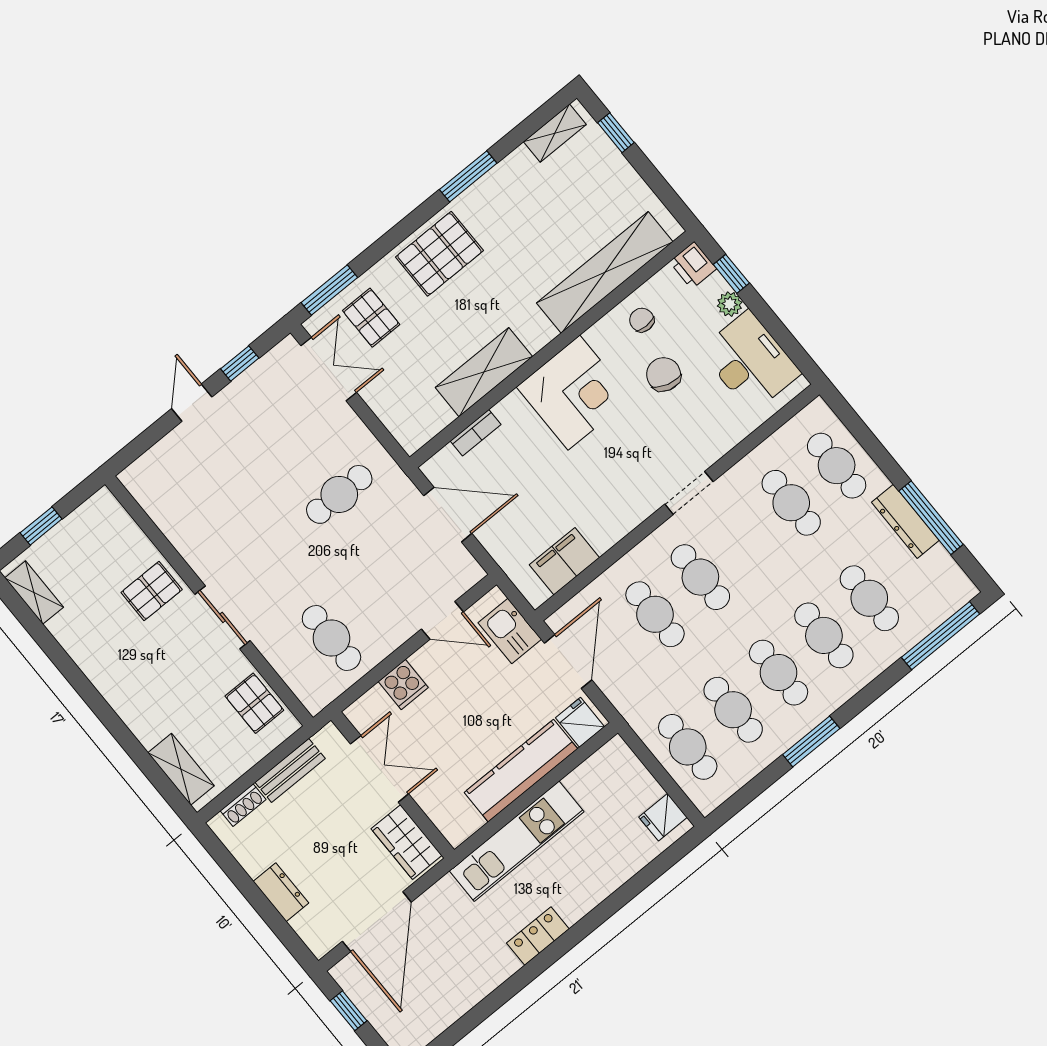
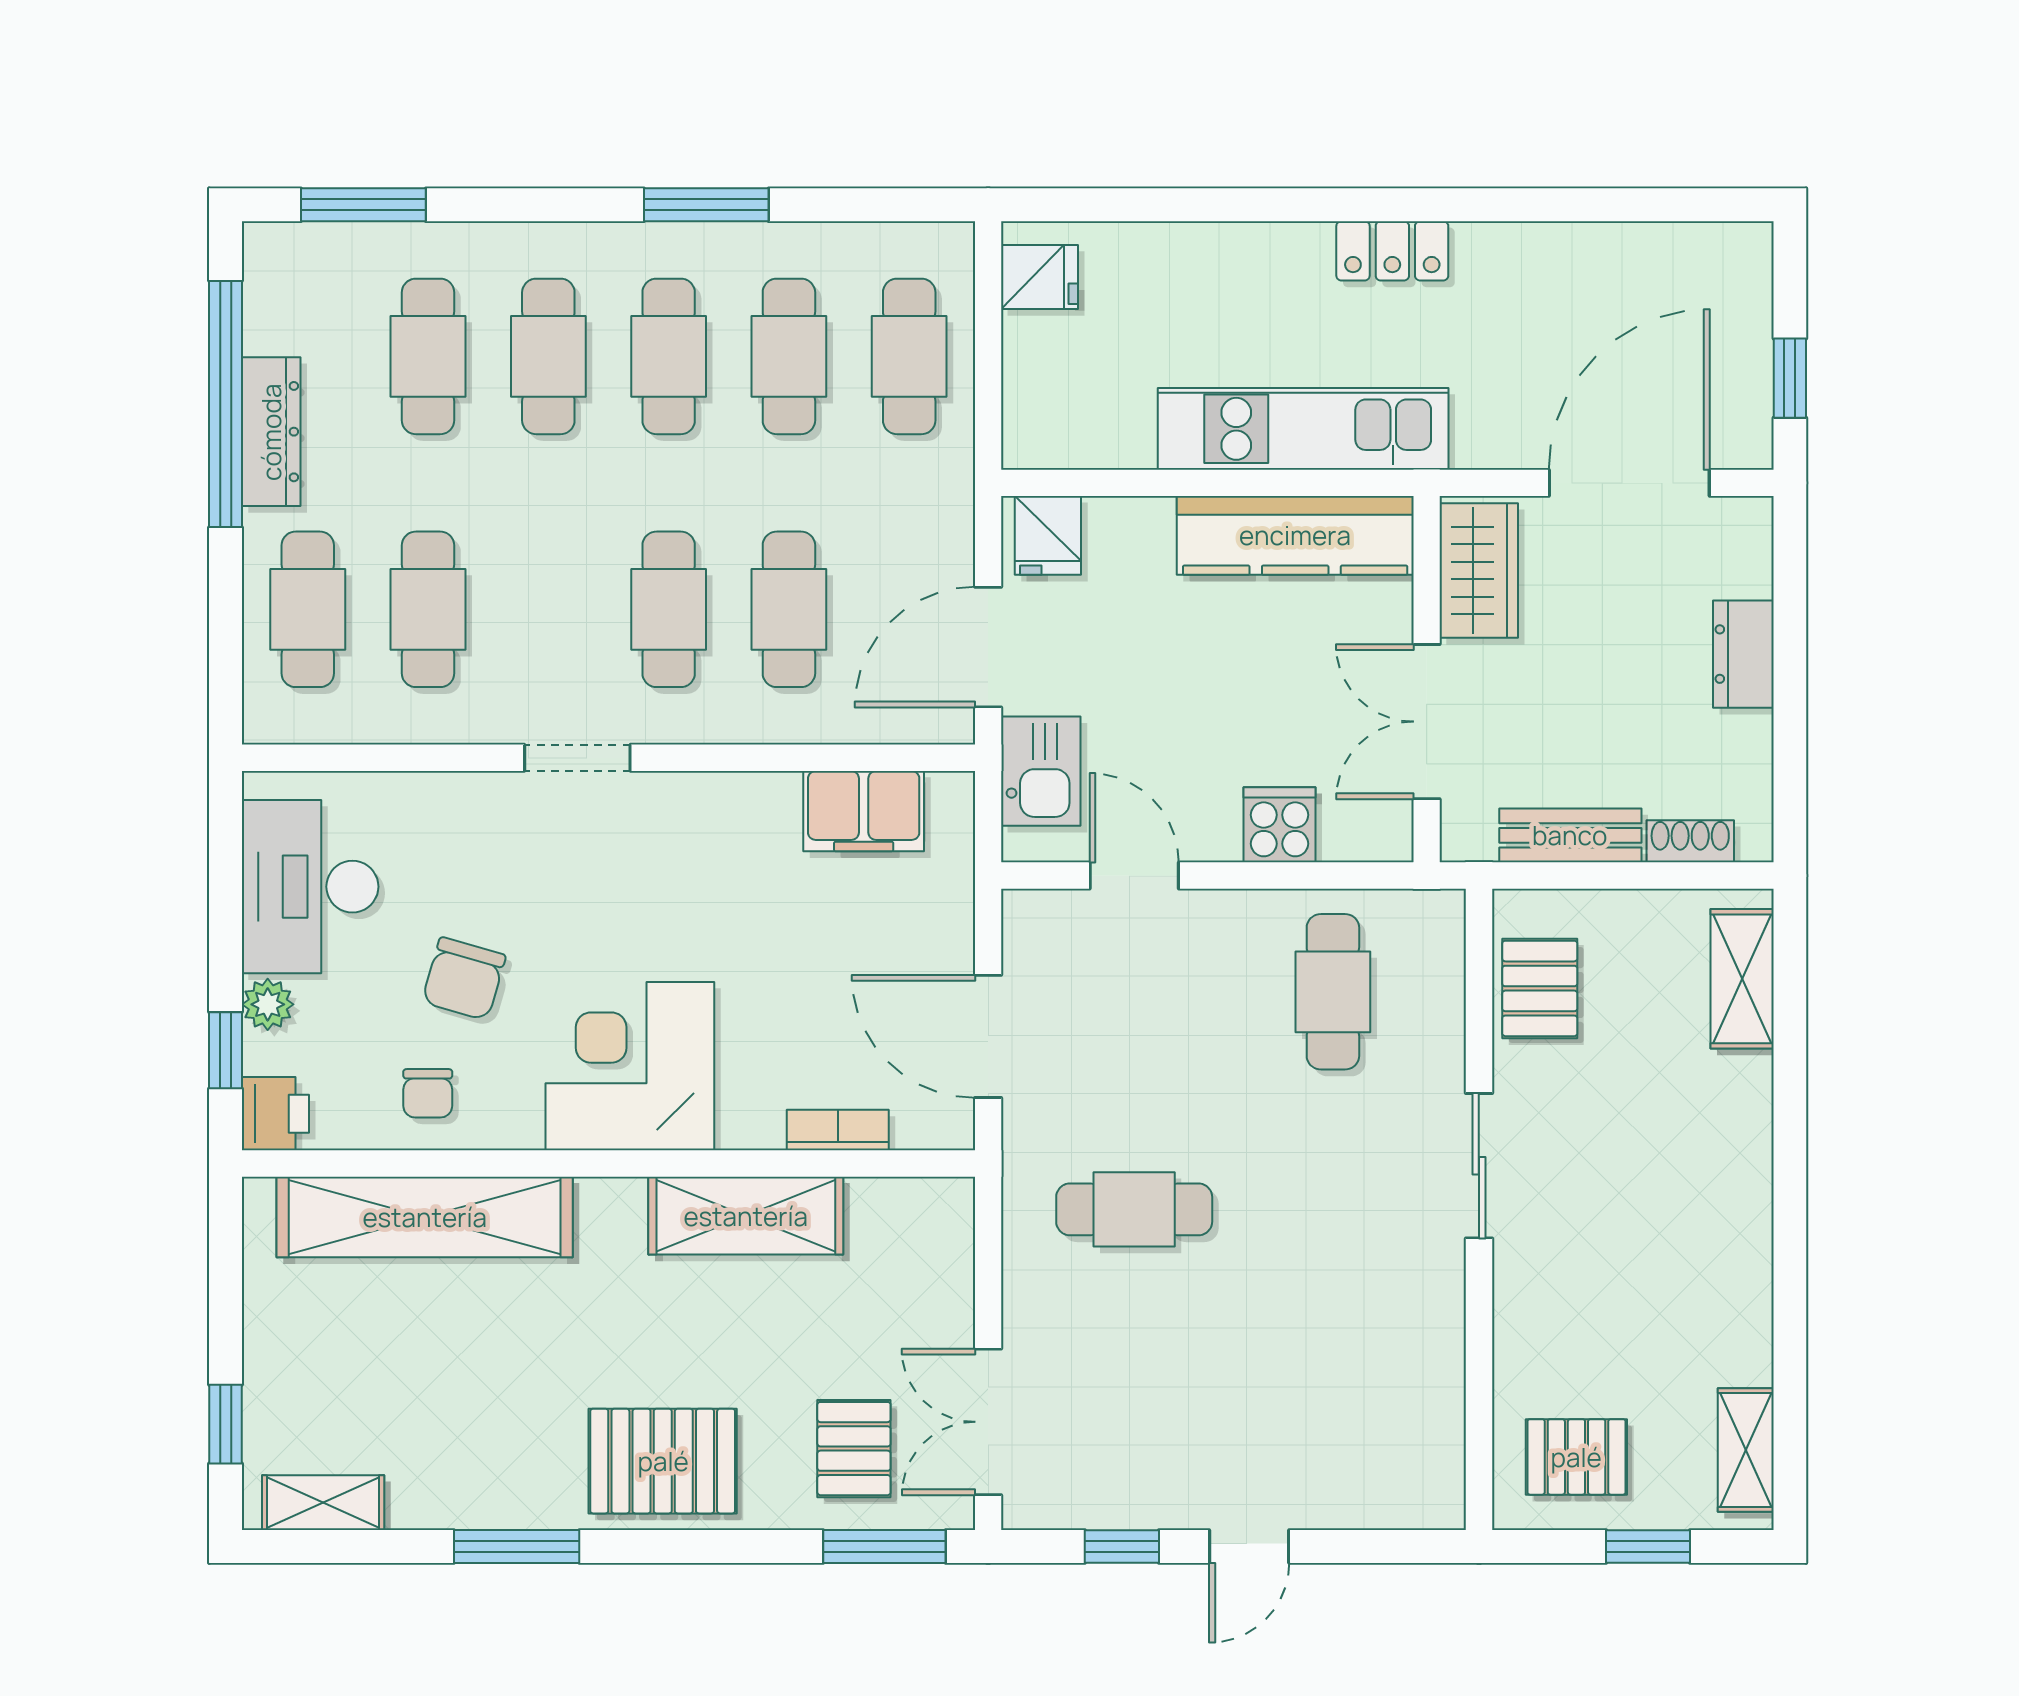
window: (931, 518) -> (226, 404), width x1.46
pallet: (152, 591) -> (1576, 1457), moved
window: (941, 636) -> (363, 205), width x0.69
kitchen counter: (521, 771) -> (1295, 535), moved

